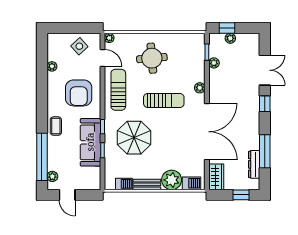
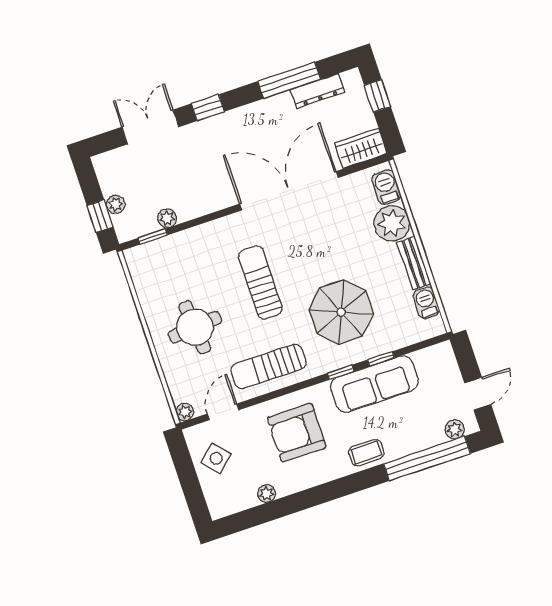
plant: (200, 88) -> (218, 228), removed
armchair: (79, 93) -> (297, 433), turned 180

